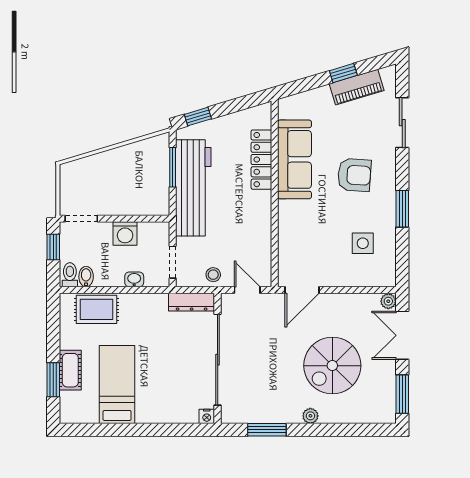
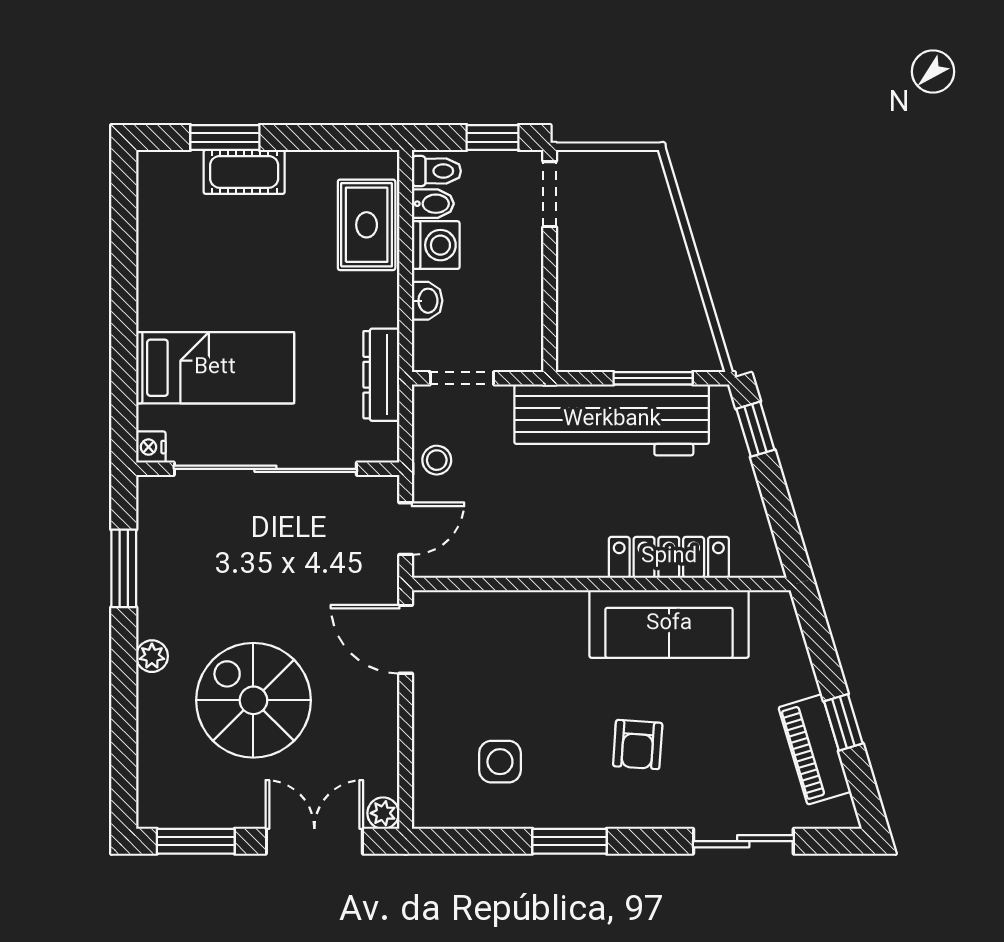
armchair: (354, 175) -> (638, 745), width x0.72, depth x0.72
washing machine: (125, 234) -> (436, 245), moved, turned 180
dresser: (192, 302) -> (381, 375), moved
bed: (117, 384) -> (215, 368), moved

